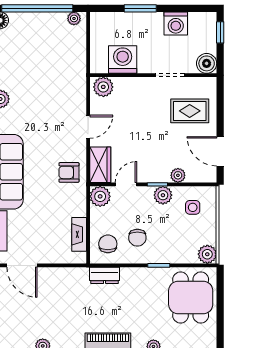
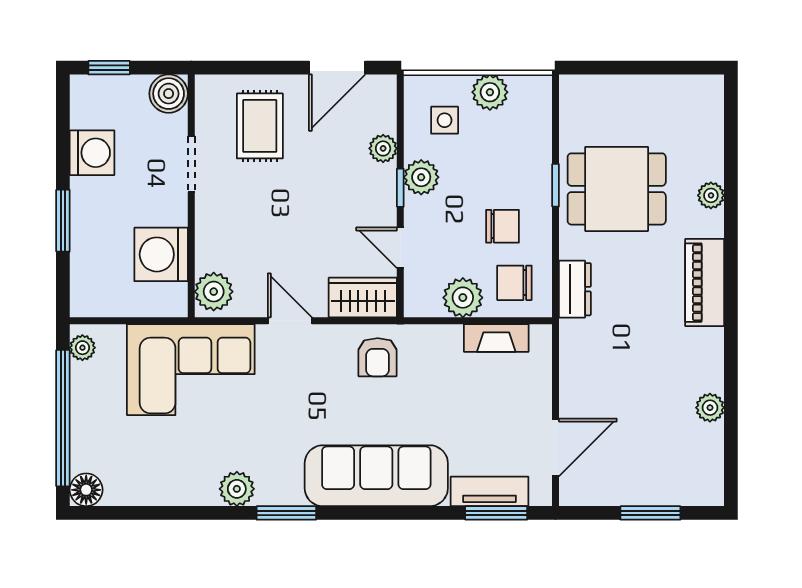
corner sofa: (63, 75) -> (191, 370), added
plant: (100, 196) -> (463, 298), moved
plant: (207, 254) -> (490, 92), moved
dining table: (191, 297) -> (617, 189), moved

